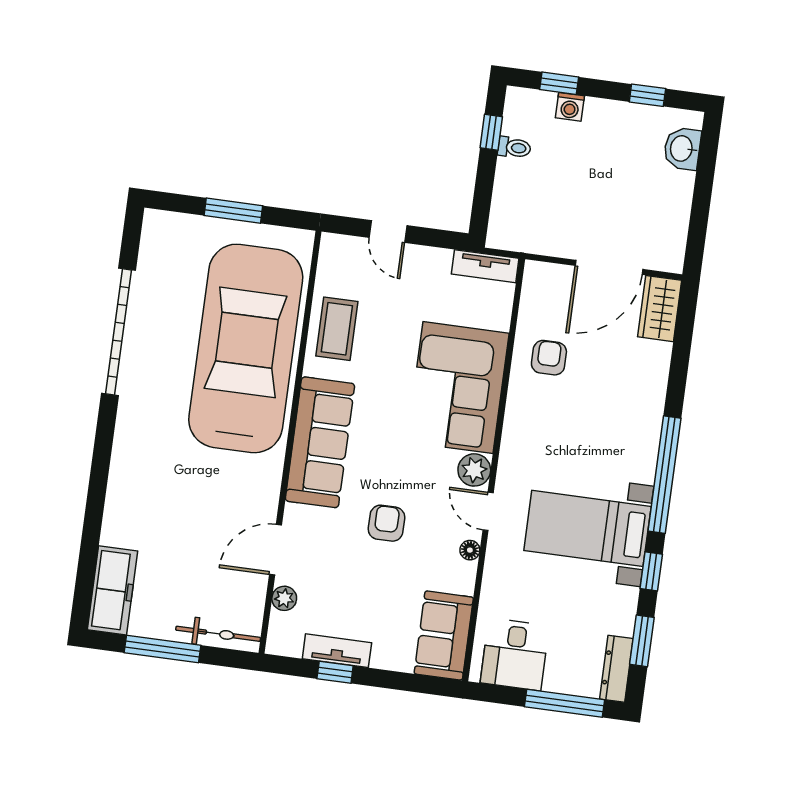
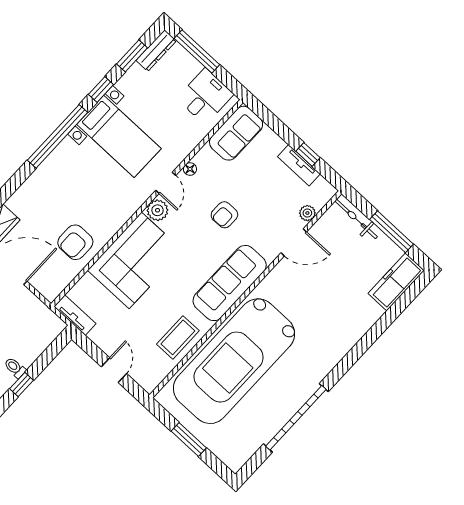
armchair: (549, 358) -> (75, 242), width x1.38, depth x1.38

